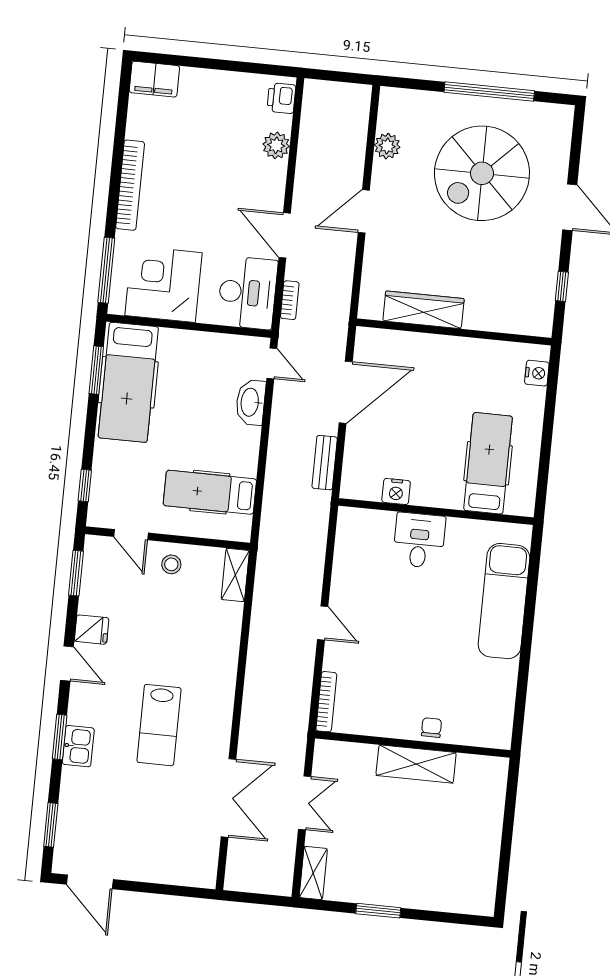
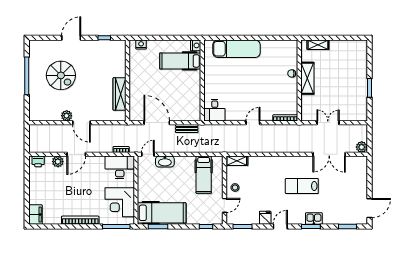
plant: (387, 146) -> (67, 116), moved
spiral stairs: (482, 173) -> (61, 75), width x0.73, depth x0.73
door: (285, 235) -> (76, 154), moved
nightstand: (396, 491) -> (196, 45), moved
desk: (419, 540) -> (215, 110), moved, turned -90
lab bench: (159, 725) -> (302, 186), turned 180
double door: (229, 798) -> (329, 154), swing flipped
shelving: (313, 873) -> (318, 45), moved
plant: (238, 878) -> (362, 147), added

